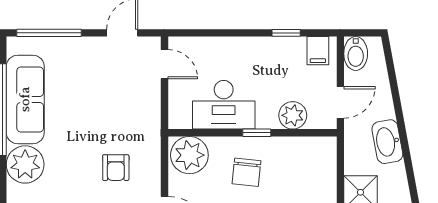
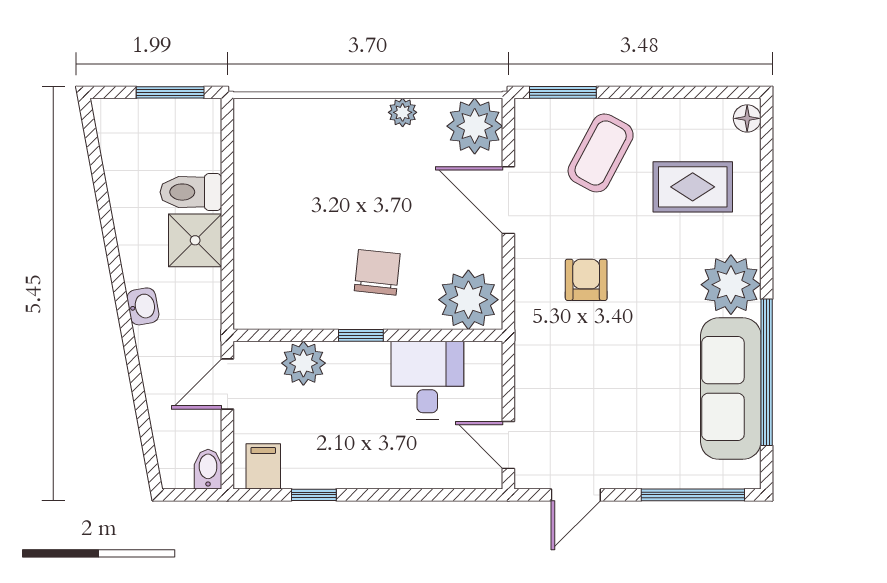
bidet: (356, 54) -> (208, 469), width x0.72, depth x0.74
desk: (224, 105) -> (427, 380), width x0.73
washbasin: (387, 142) -> (143, 306), width x0.52, depth x0.69

